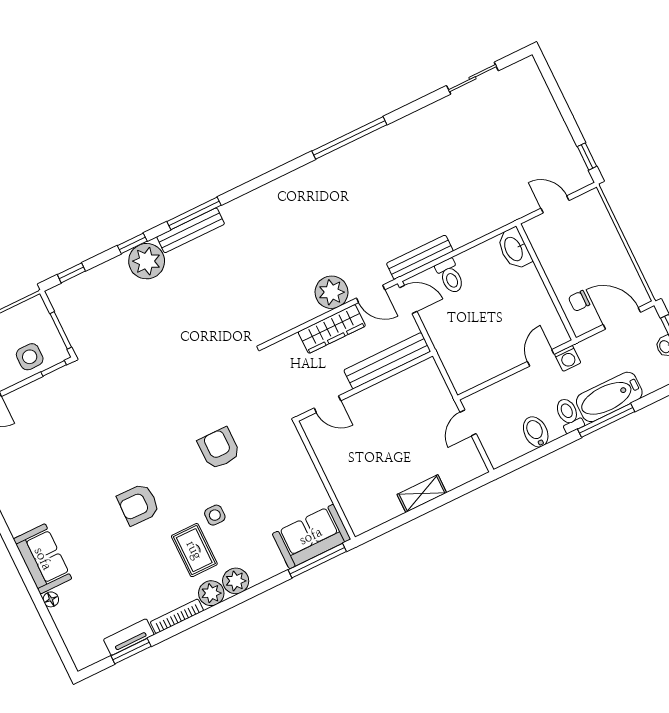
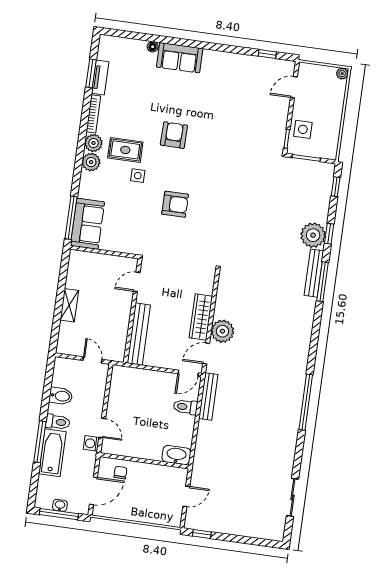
bench: (387, 361) -> (139, 334), moved
wall: (365, 386) -> (133, 311), moved
door: (327, 404) -> (137, 282), moved

